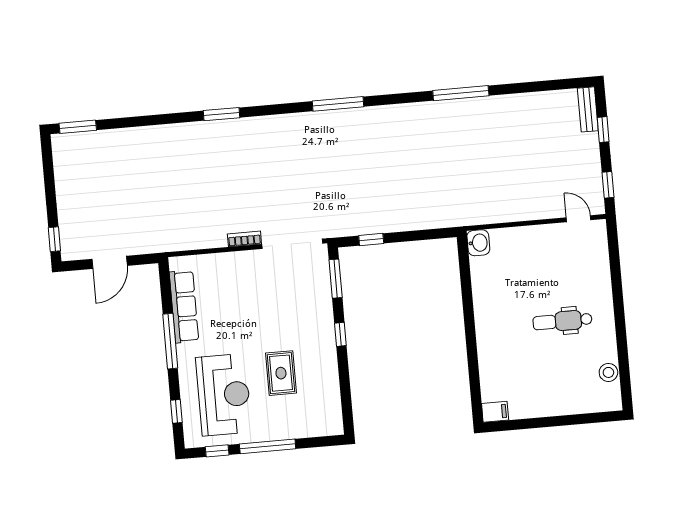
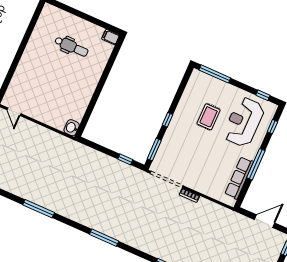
dental chair: (562, 321) -> (71, 47), moved
stool: (608, 372) -> (42, 25), removed
window: (268, 446) -> (215, 74), moved

